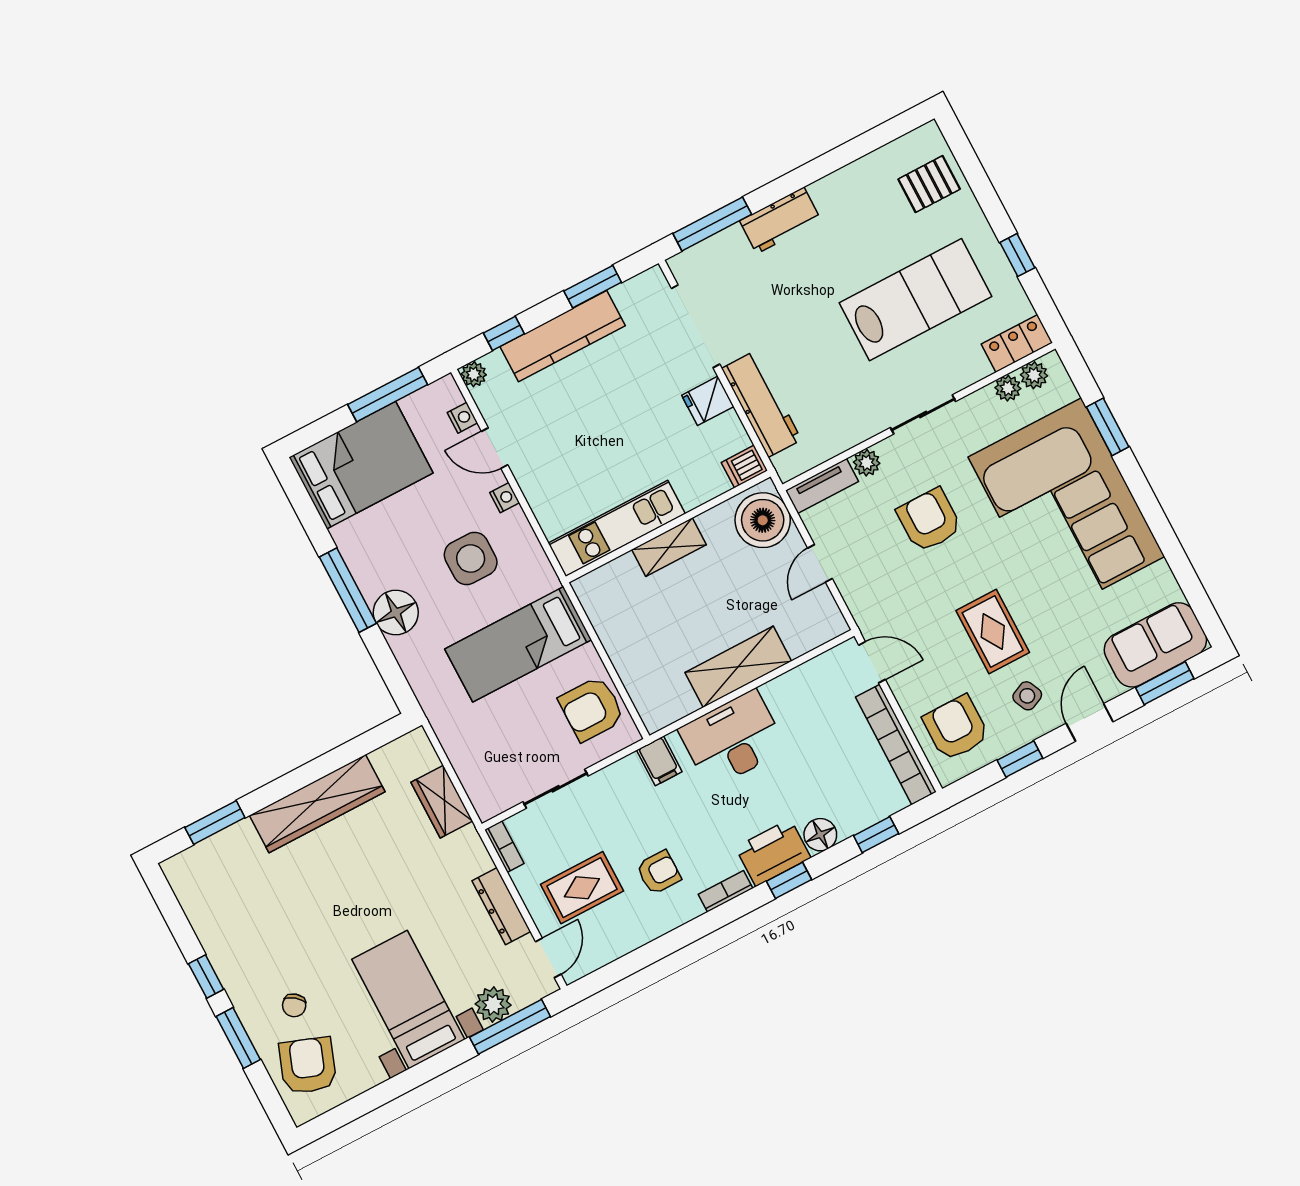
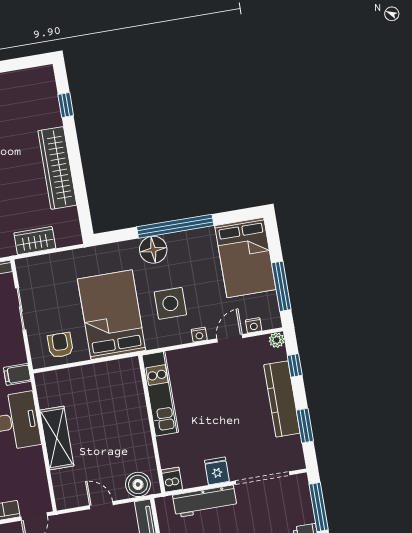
boiler: (763, 520) -> (138, 484), width x0.73, depth x0.73
shelving: (669, 547) -> (139, 421), removed
window: (348, 590) -> (175, 226), width x1.46
bed: (518, 644) -> (112, 315), width x1.50
armchair: (591, 709) -> (60, 345), width x0.72, depth x0.72
window: (215, 822) -> (66, 105), width x0.67

